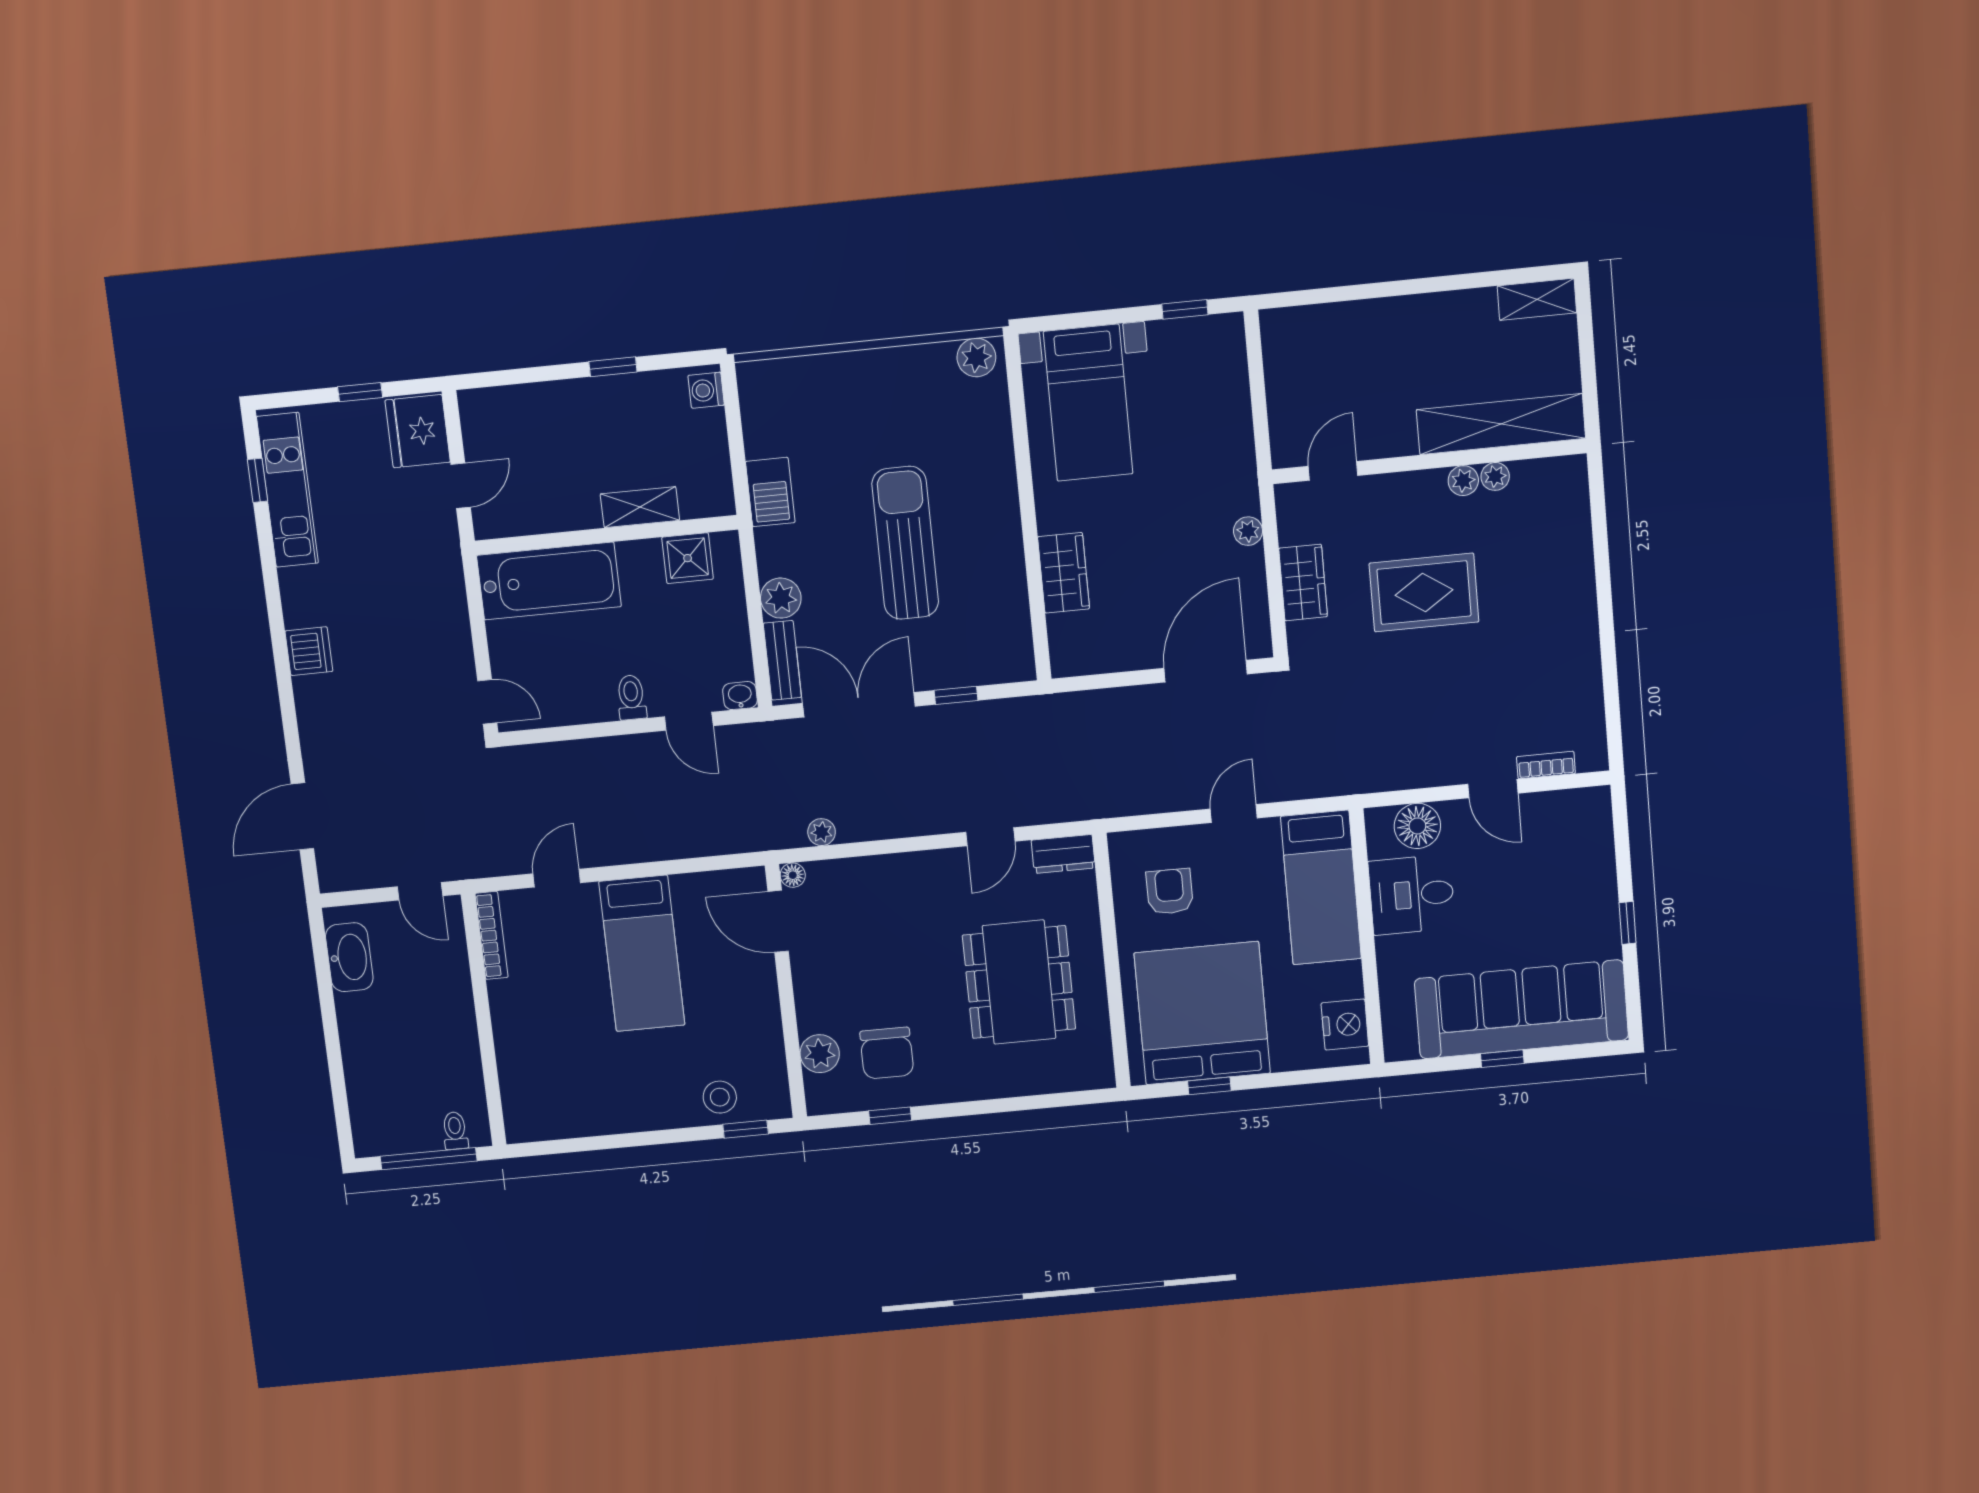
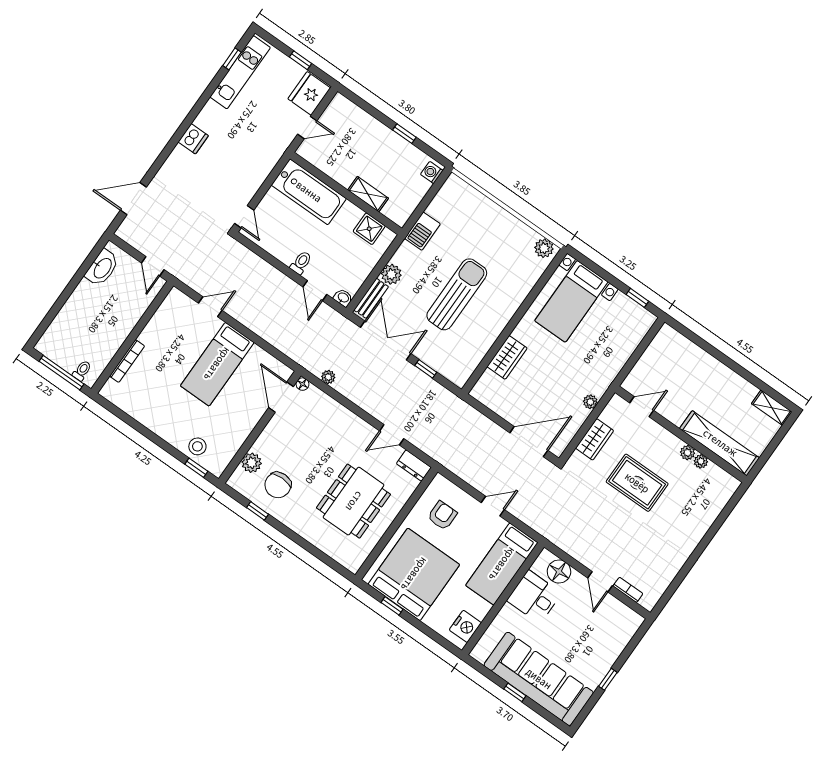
bookcase: (492, 935) -> (127, 361), moved

